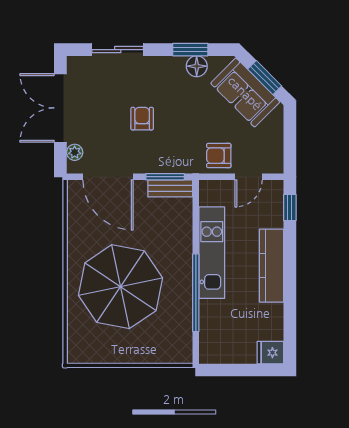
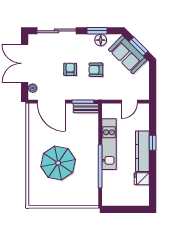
sliding door: (118, 50) -> (57, 31), width x1.37
armchair: (219, 156) -> (96, 70), moved
window: (290, 208) -> (153, 143), moved
parasol: (121, 287) -> (58, 163), width x0.73, depth x0.73
fridge: (270, 353) -> (142, 179), moved

